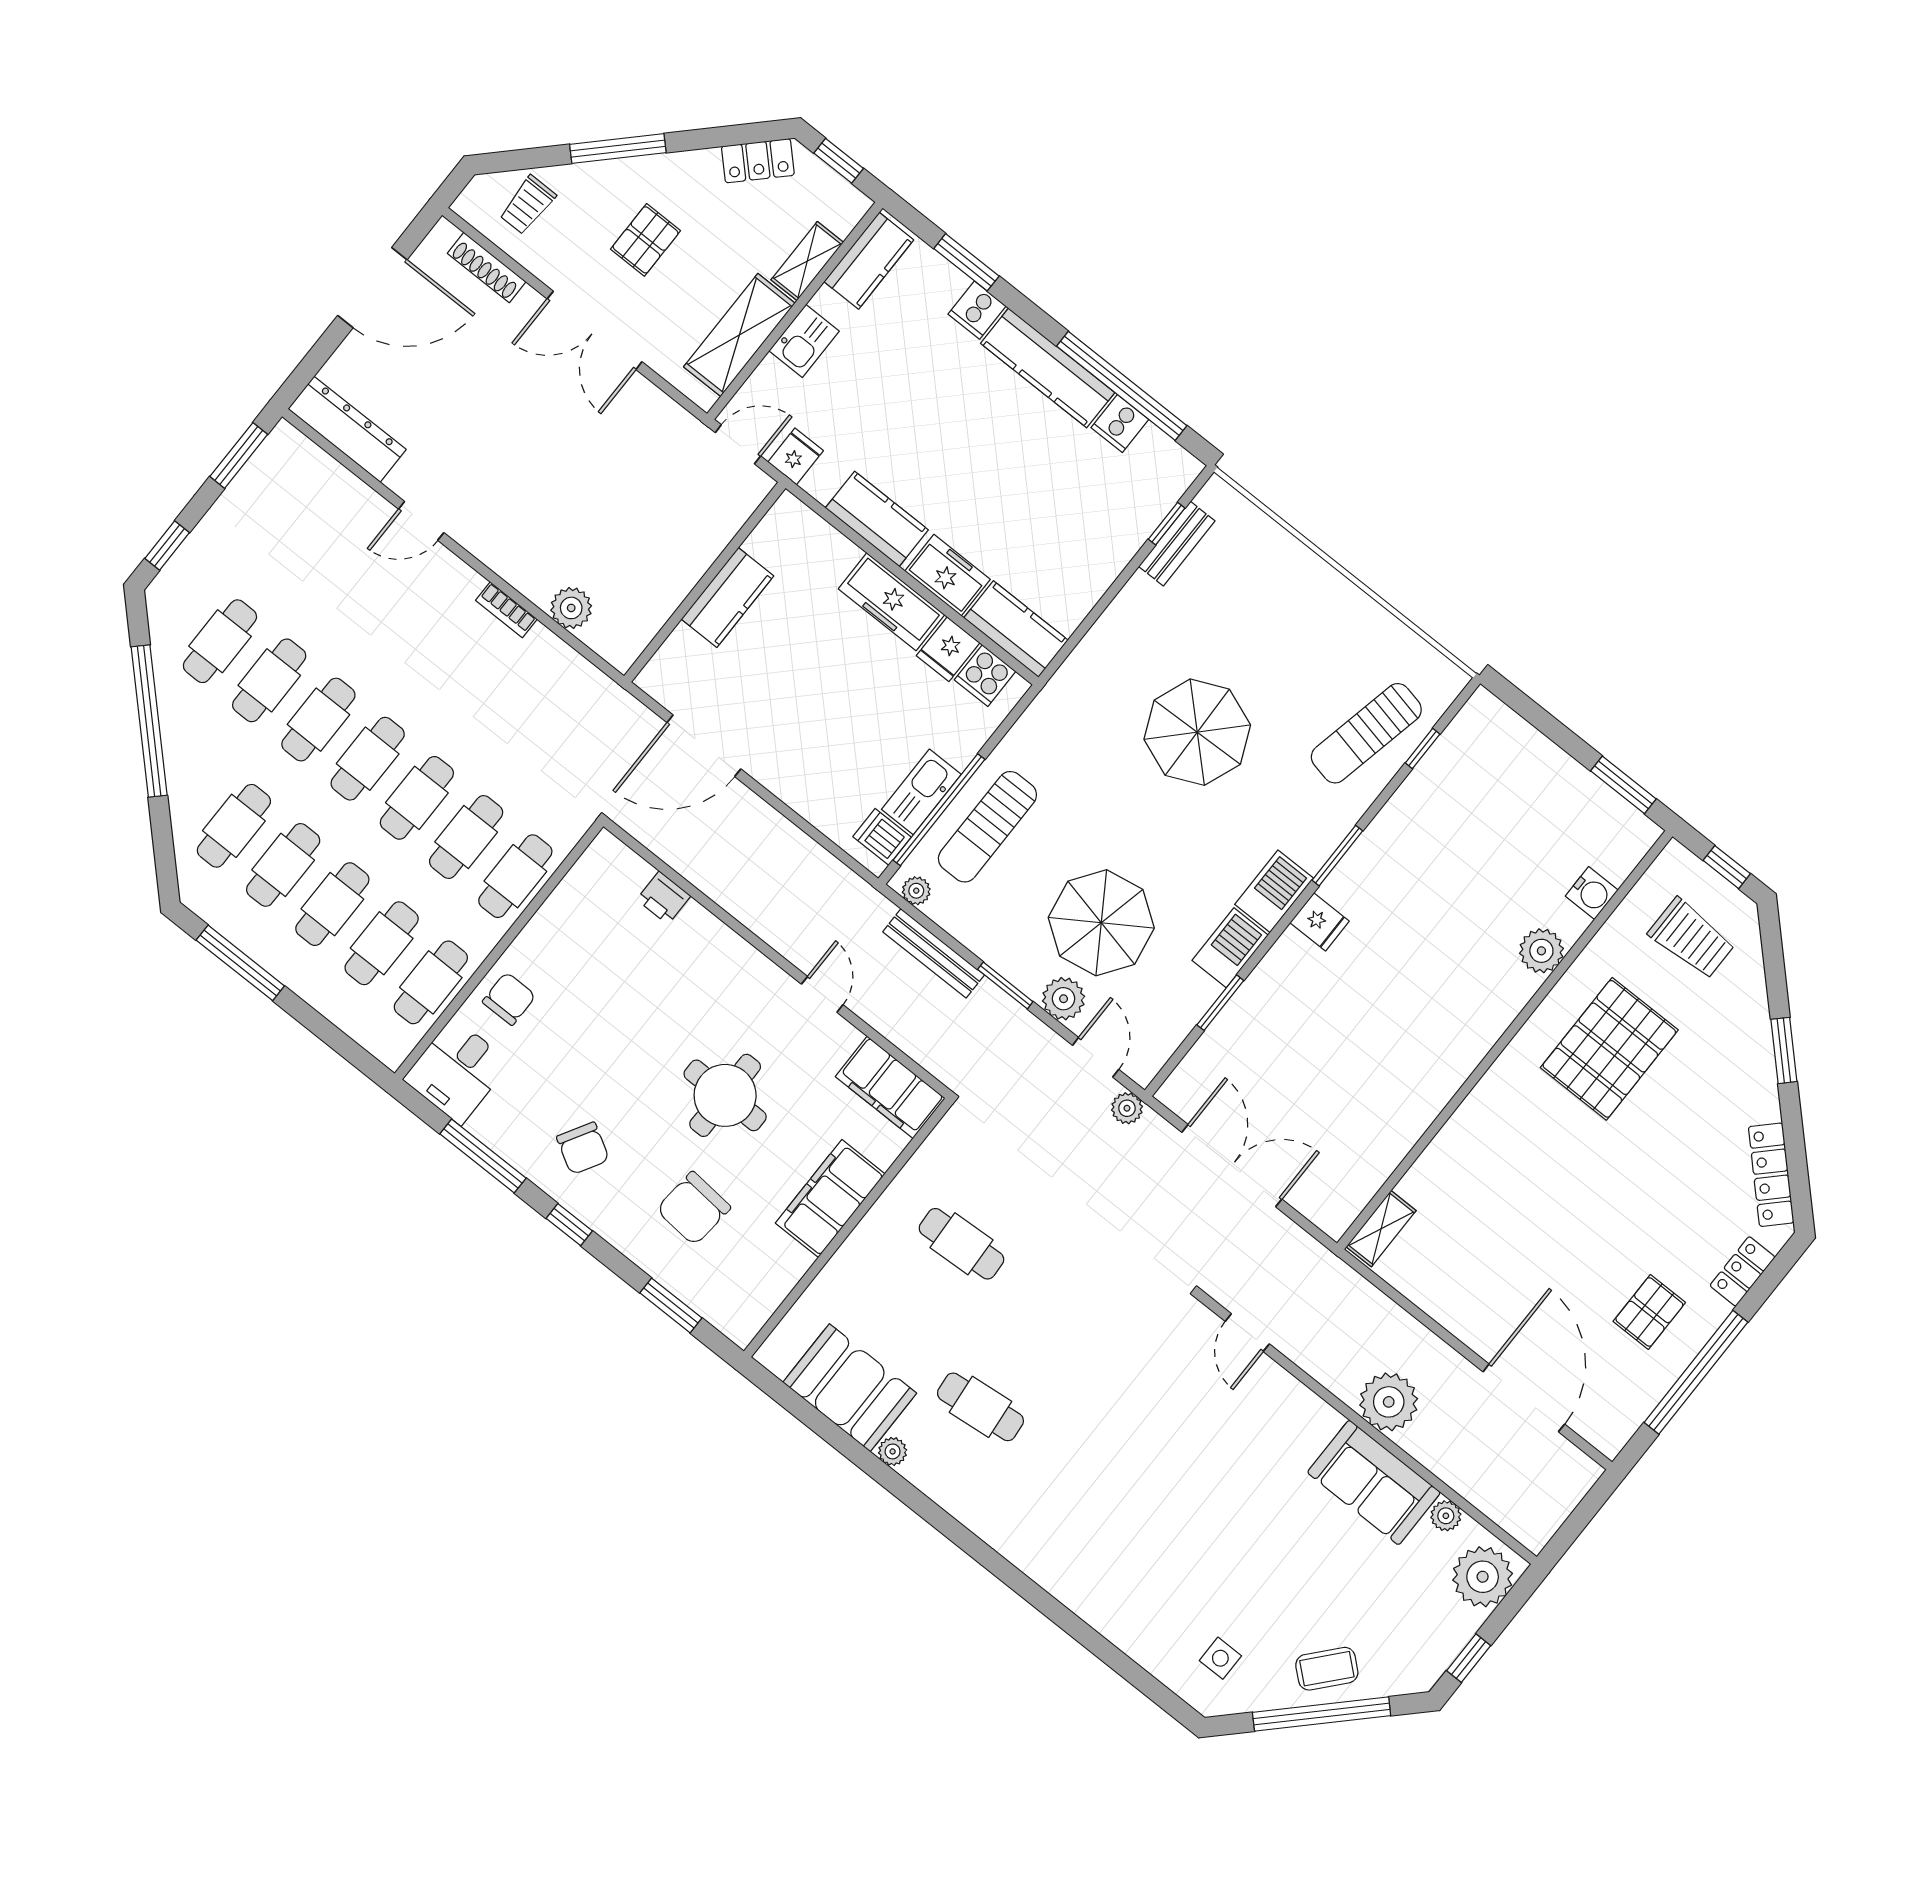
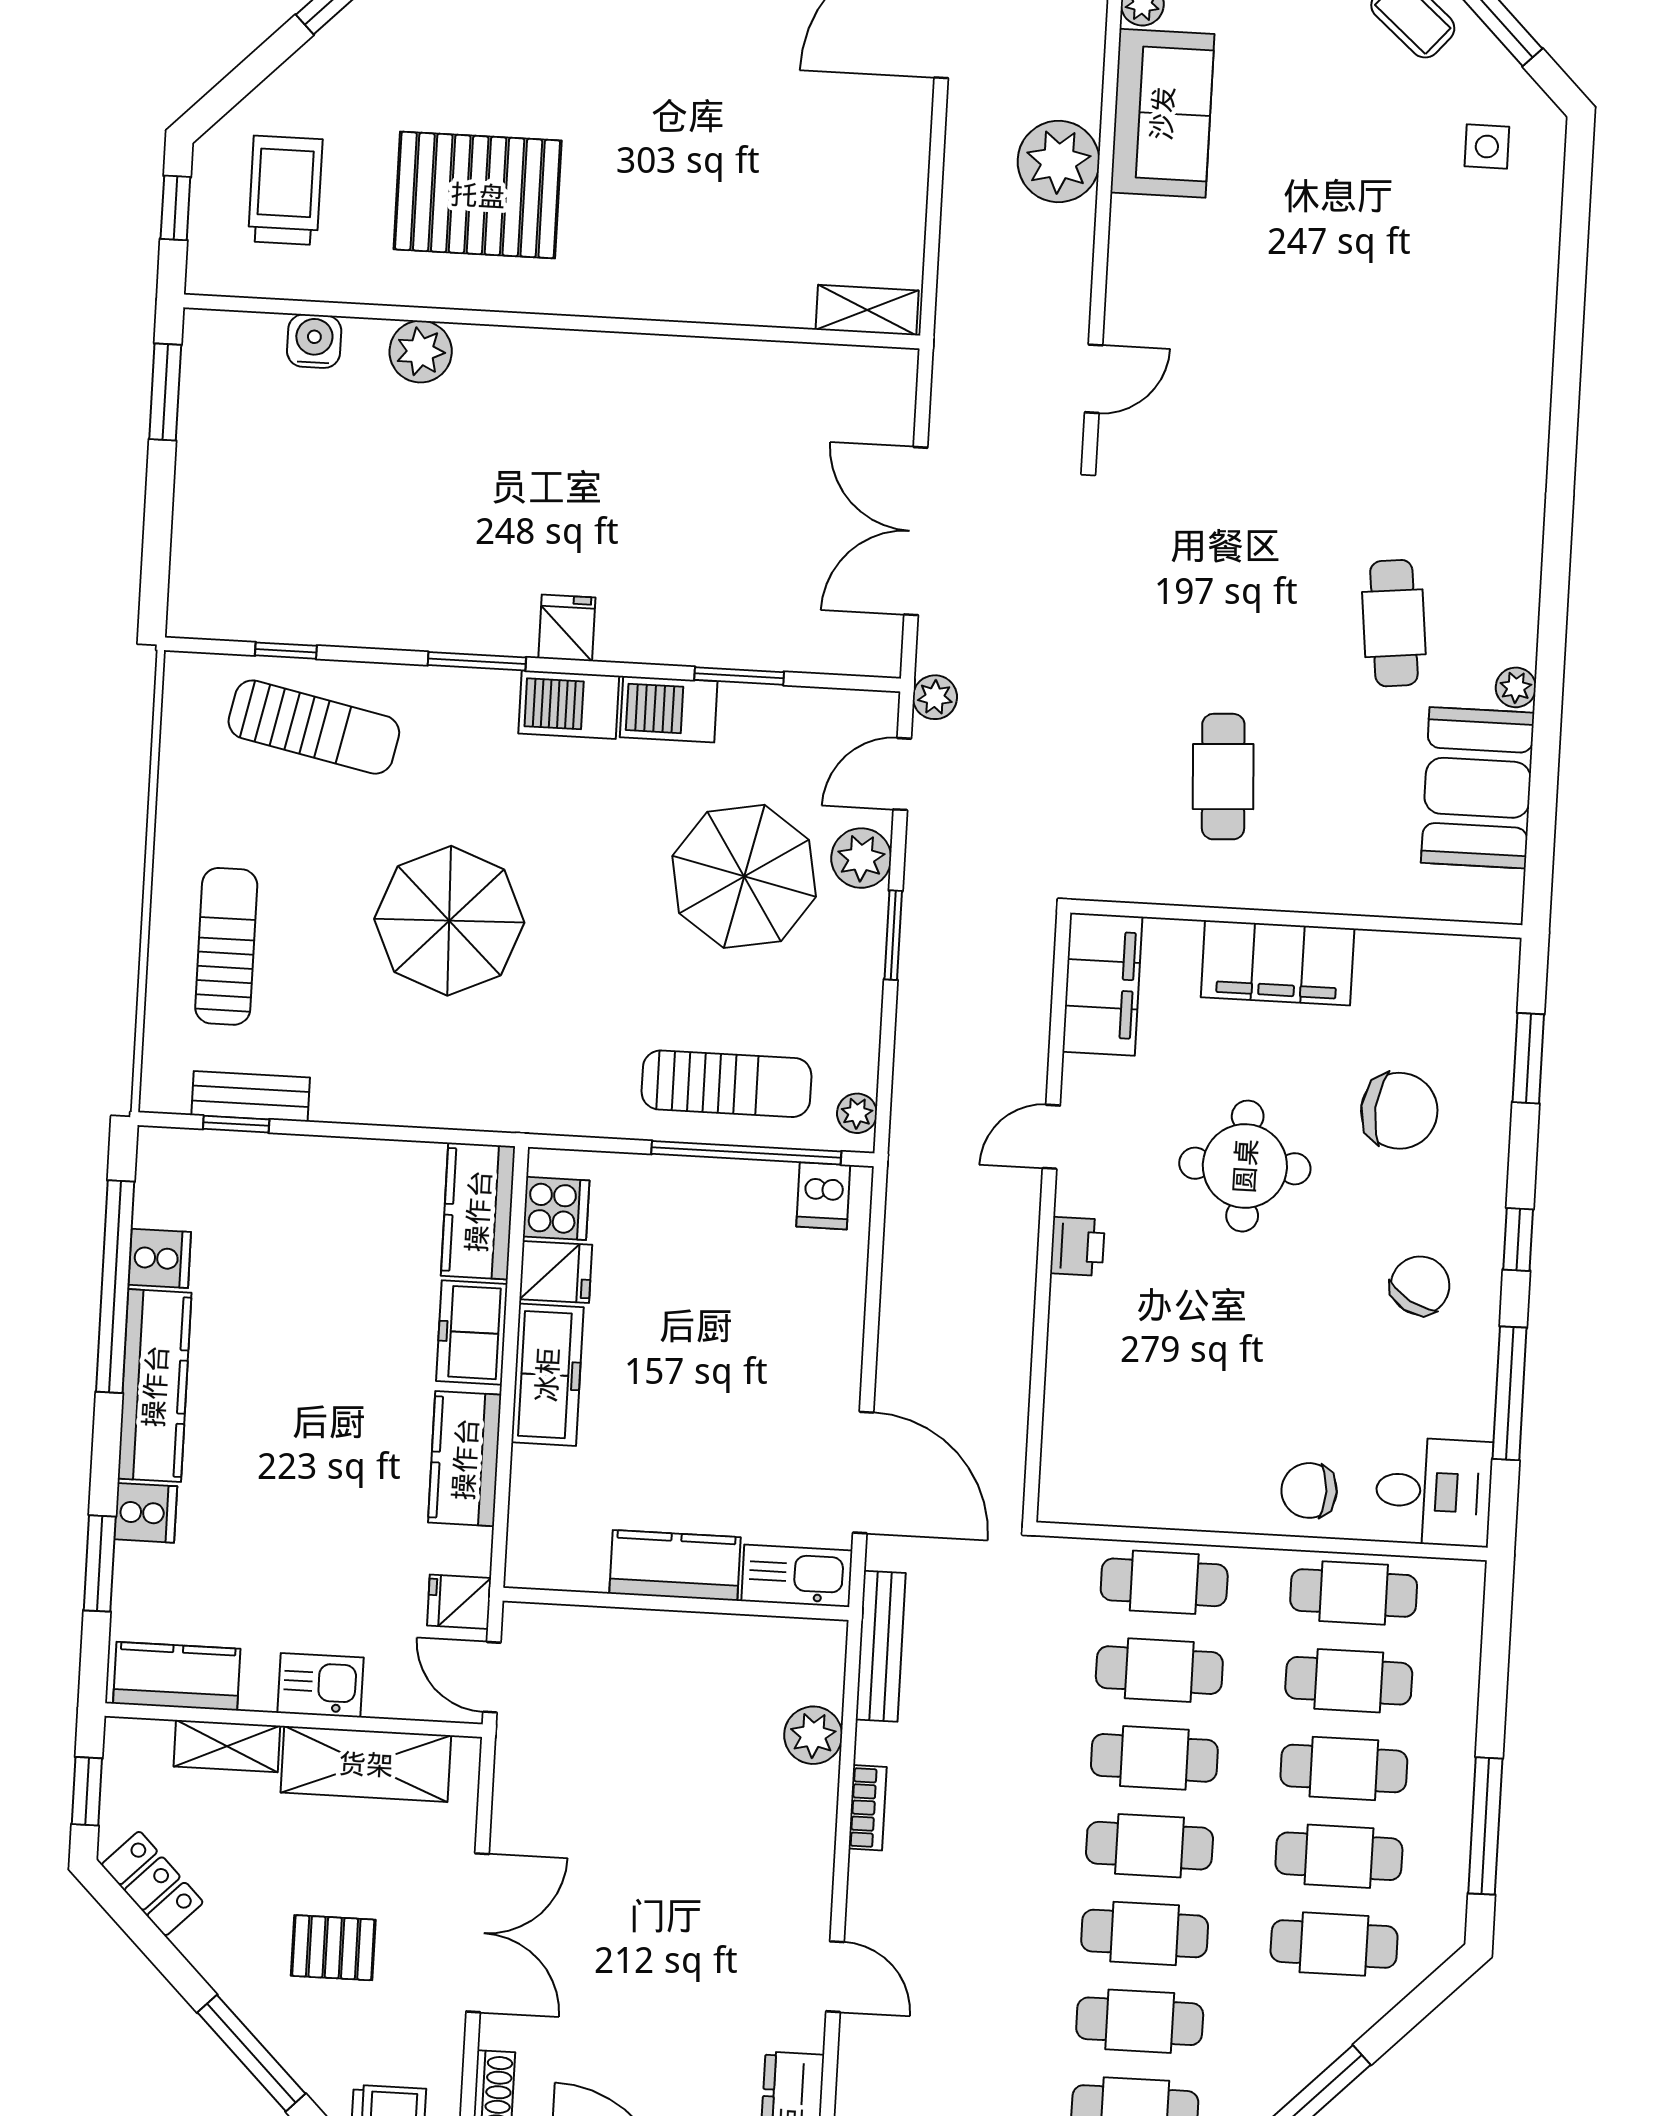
sun lounger: (1275, 591) -> (226, 946), added
kitchen sink: (921, 792) -> (797, 1576), moved, turned 180
printer: (664, 898) -> (1077, 1246), moved
bench: (934, 953) -> (881, 1646), moved

